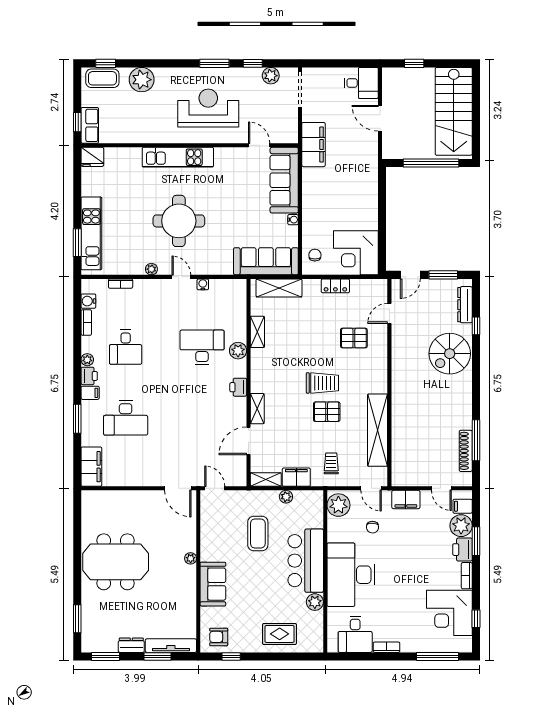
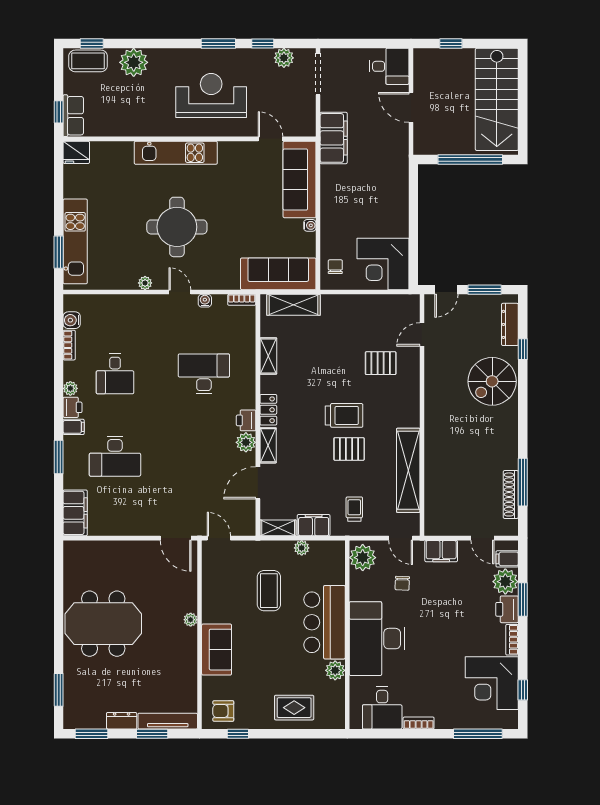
bookcase: (121, 284) -> (242, 300), moved
locker: (335, 286) -> (268, 410), moved, turned -90
plant: (238, 351) -> (246, 442), moved

